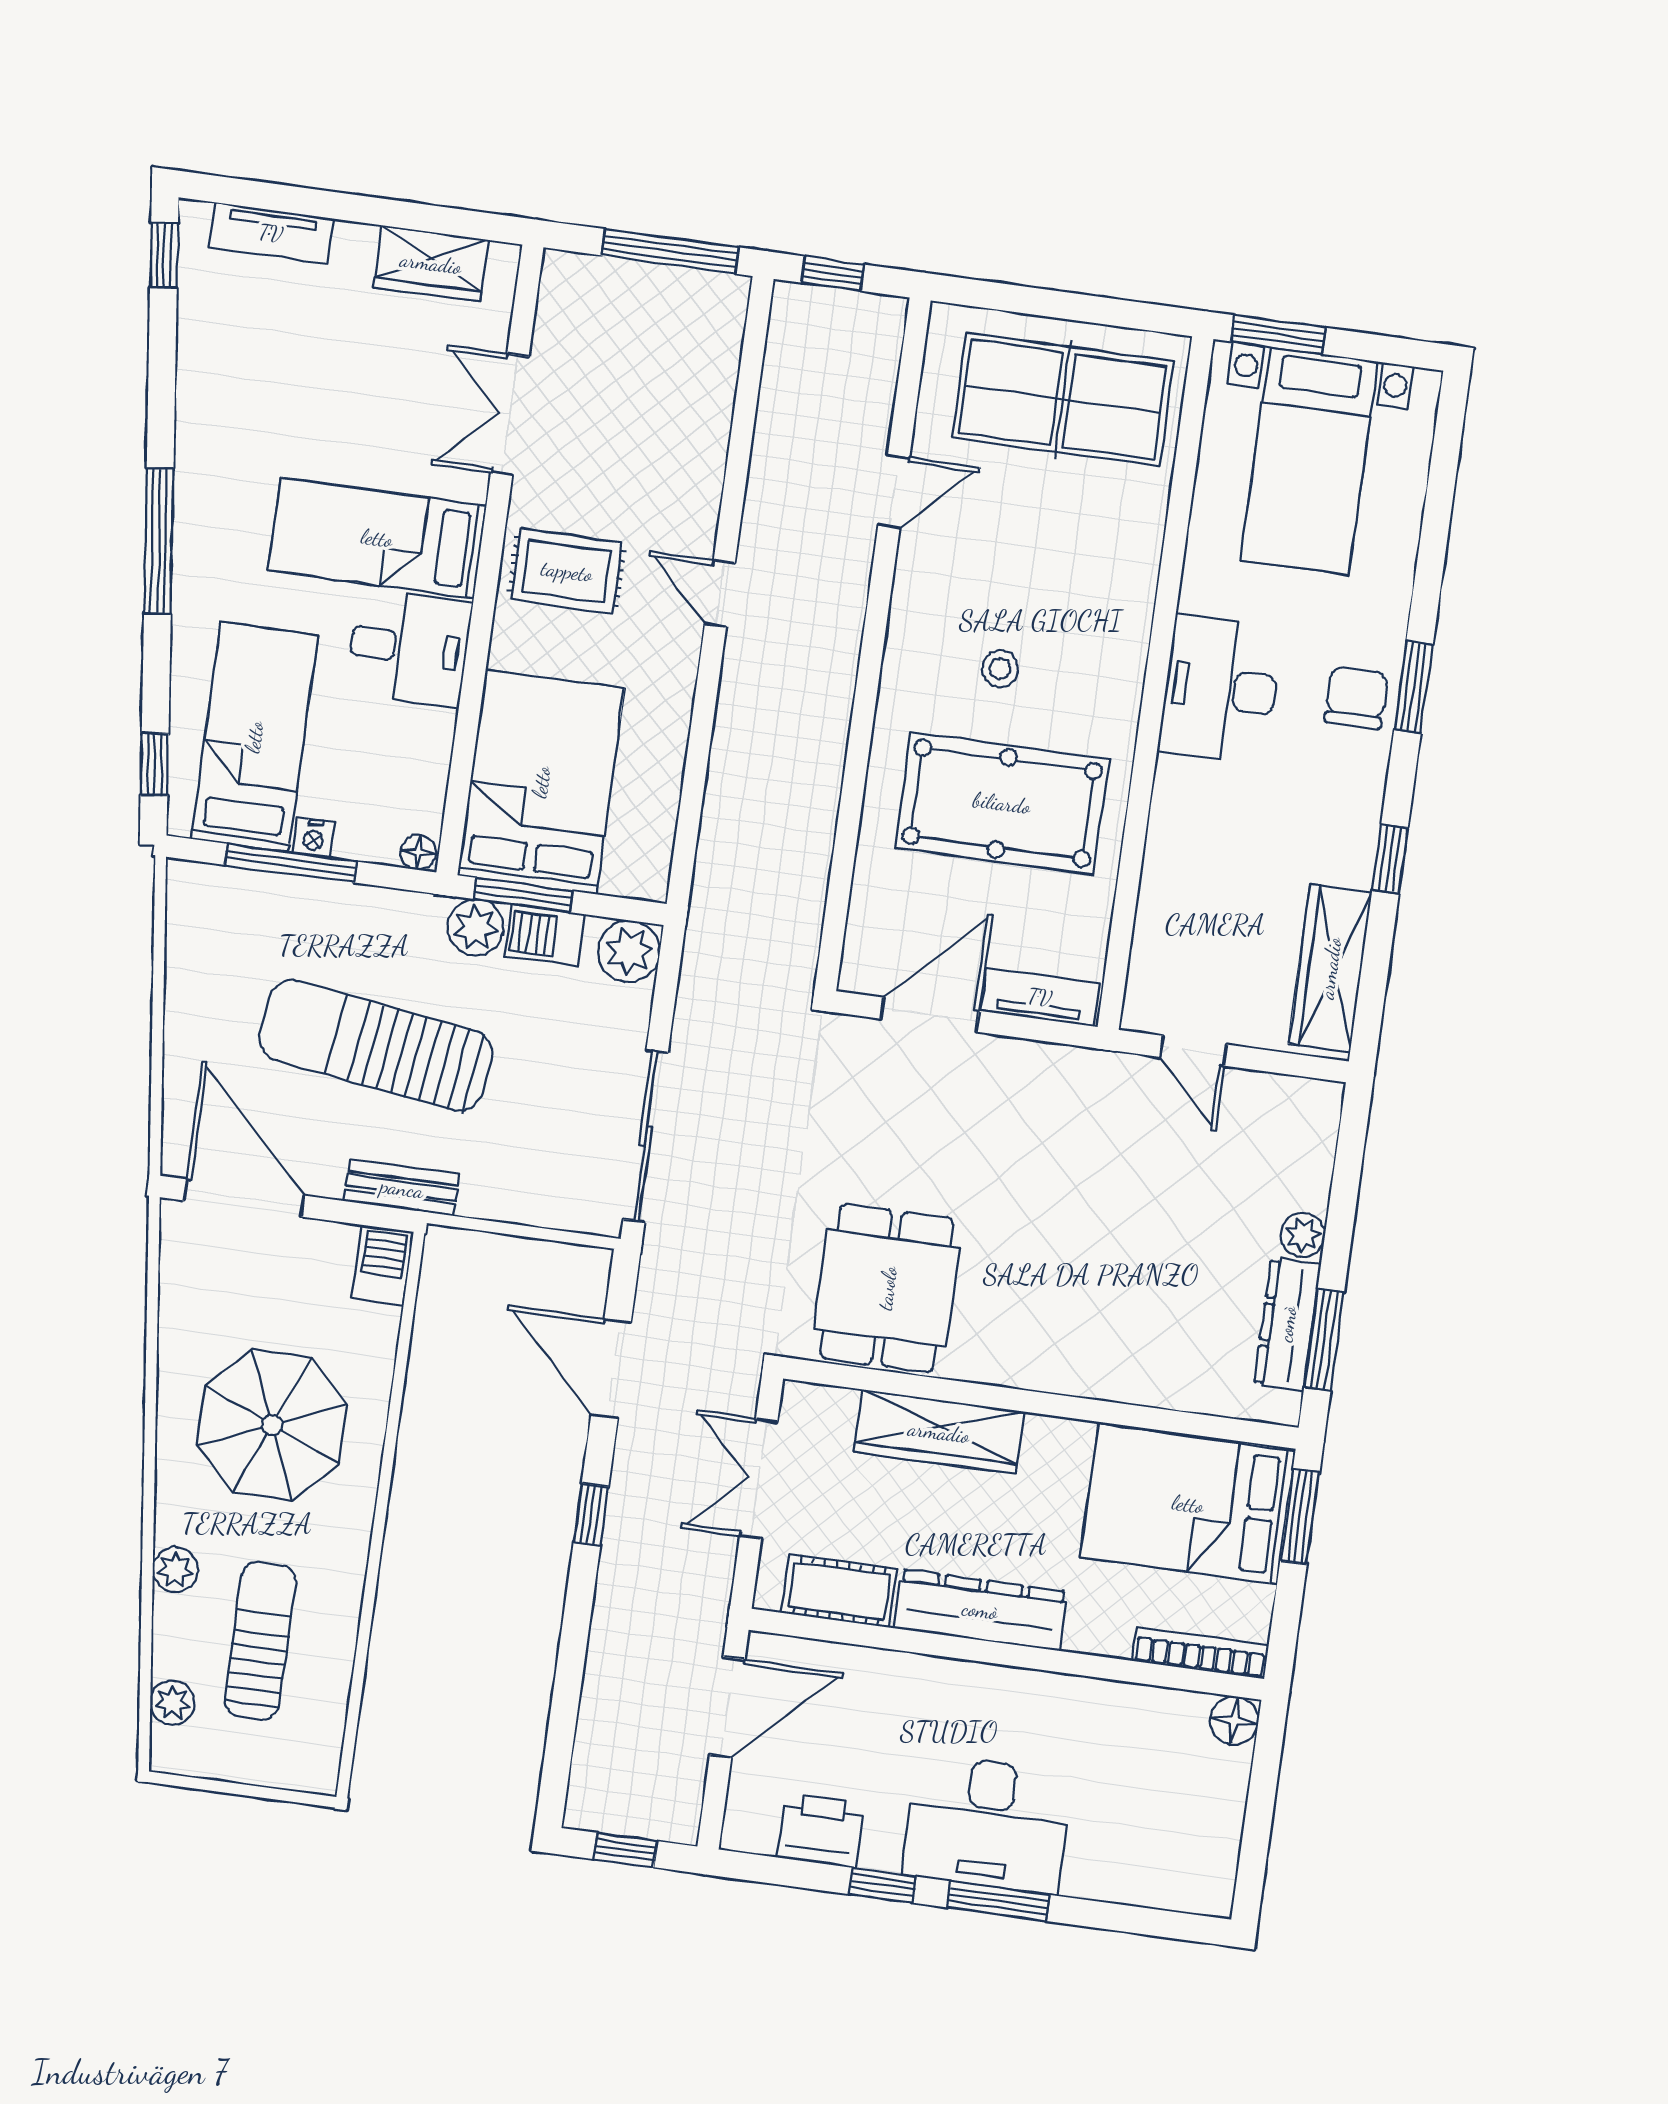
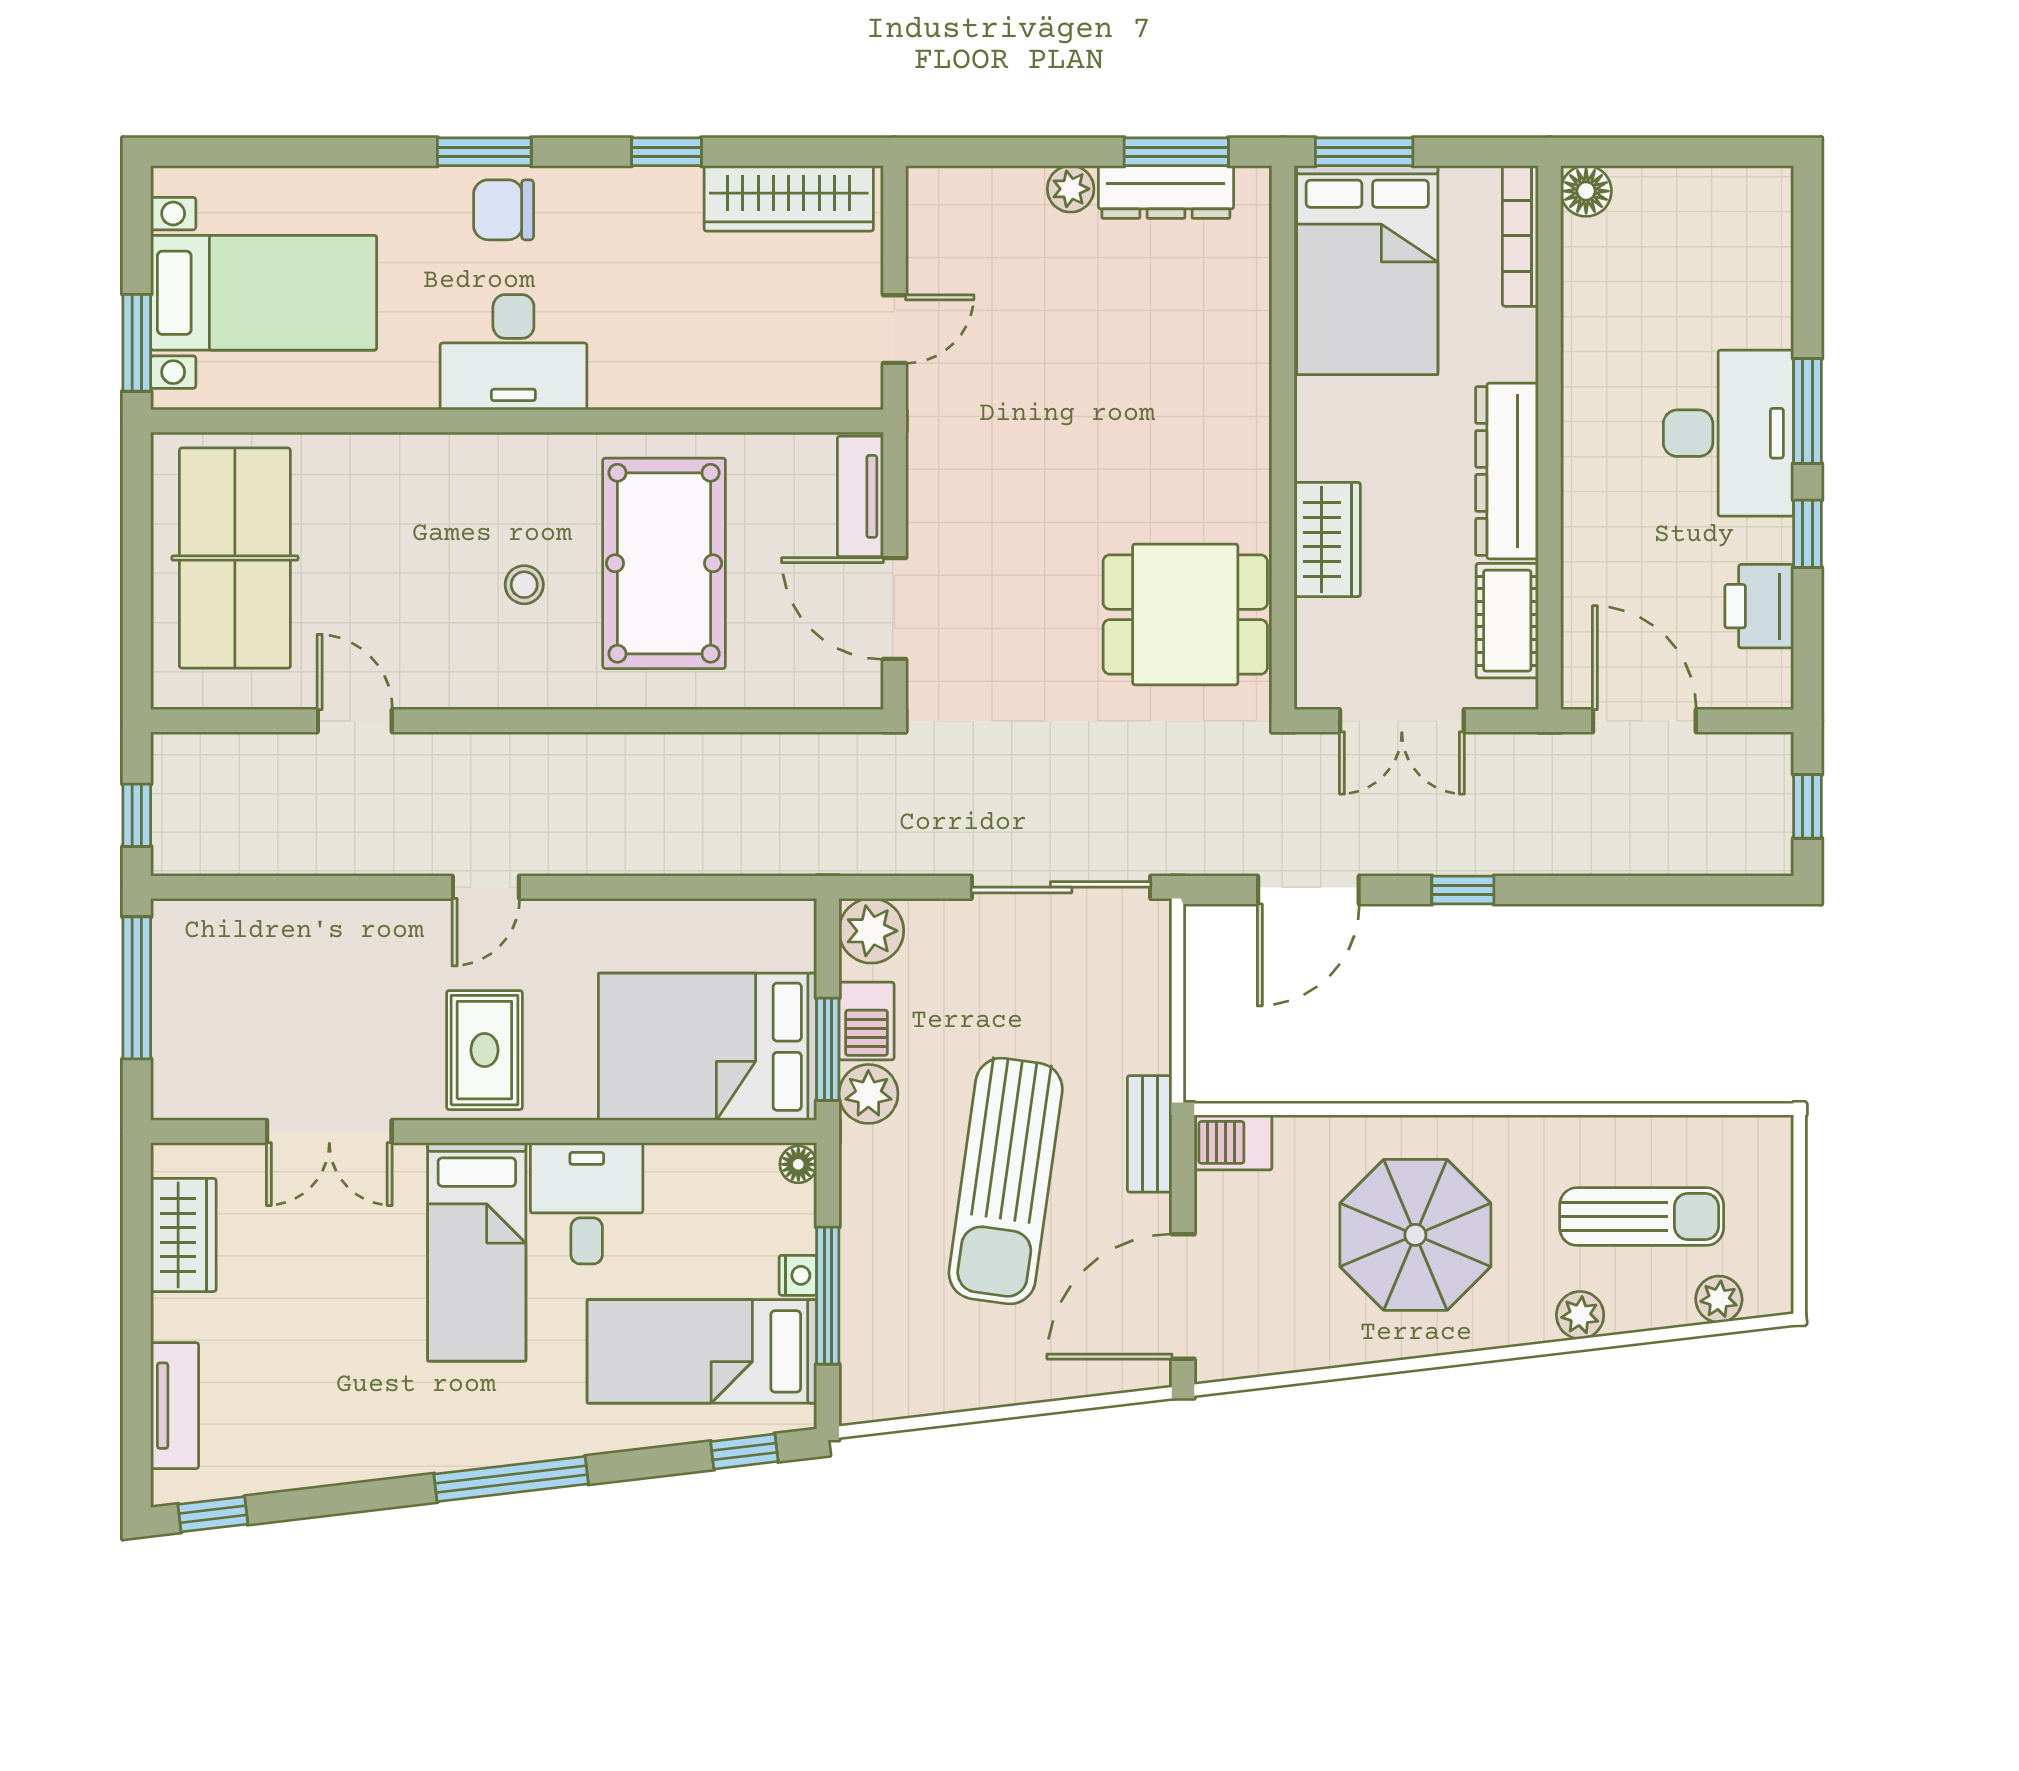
wardrobe: (939, 1432) -> (1327, 540), width x0.67
sun lounger: (260, 1641) -> (1642, 1217), turned 180

